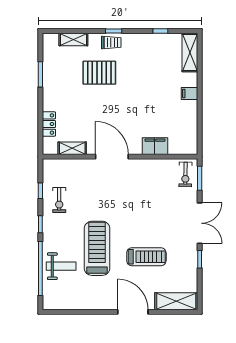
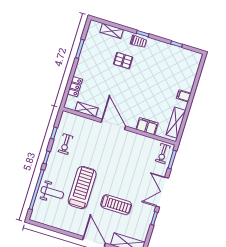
shelving: (190, 52) -> (176, 123), moved
pallet: (99, 73) -> (123, 61), width x0.67, depth x0.71
double door: (200, 223) -> (162, 192), swing flipped

